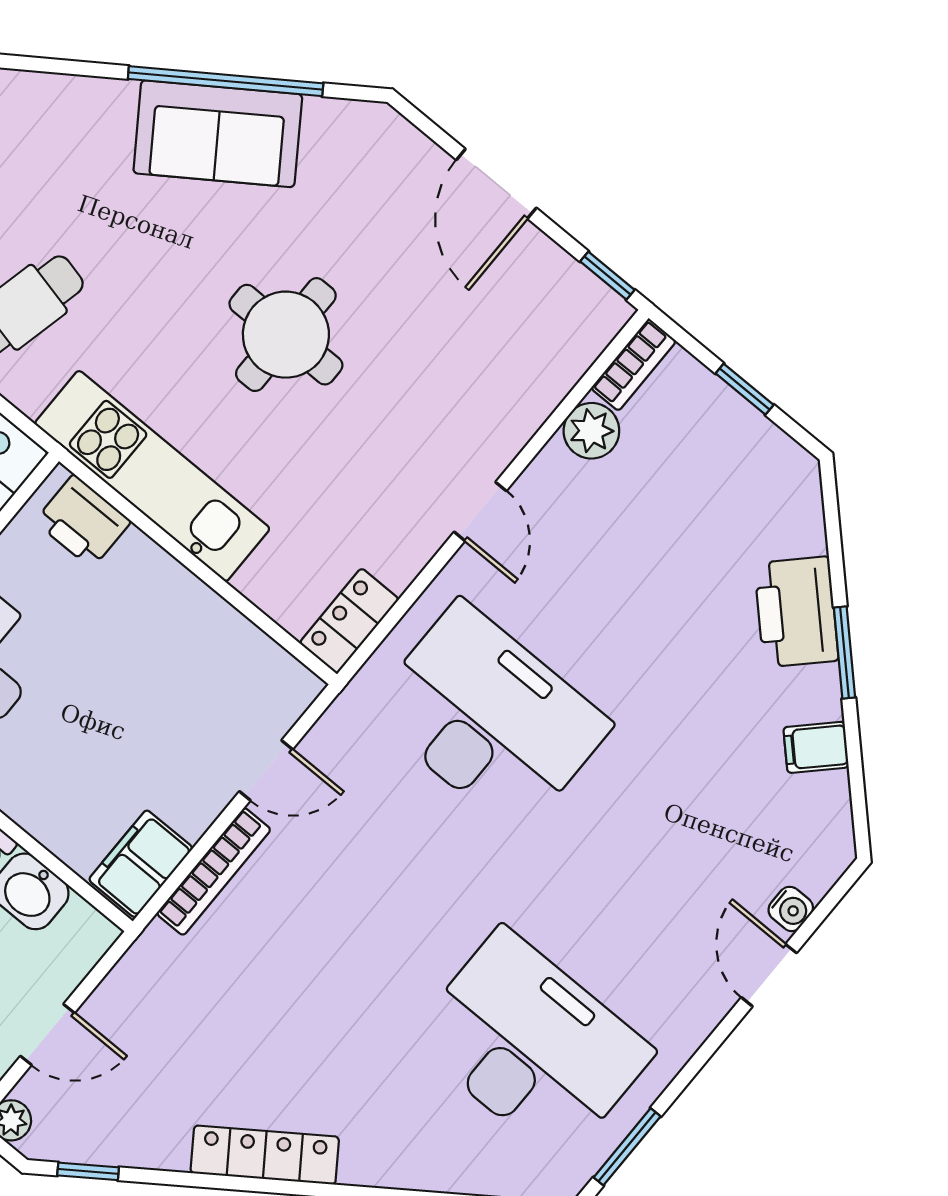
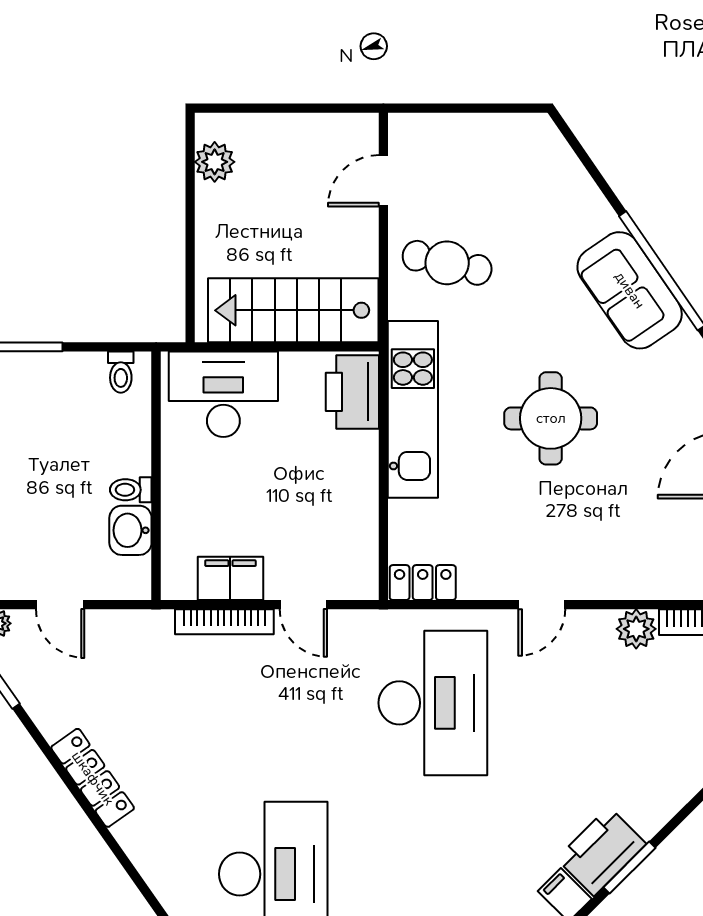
printer: (83, 521) -> (352, 392), width x1.37, depth x1.19
printer: (796, 612) -> (601, 851), moved
filing cabinet: (141, 864) -> (230, 578), moved

